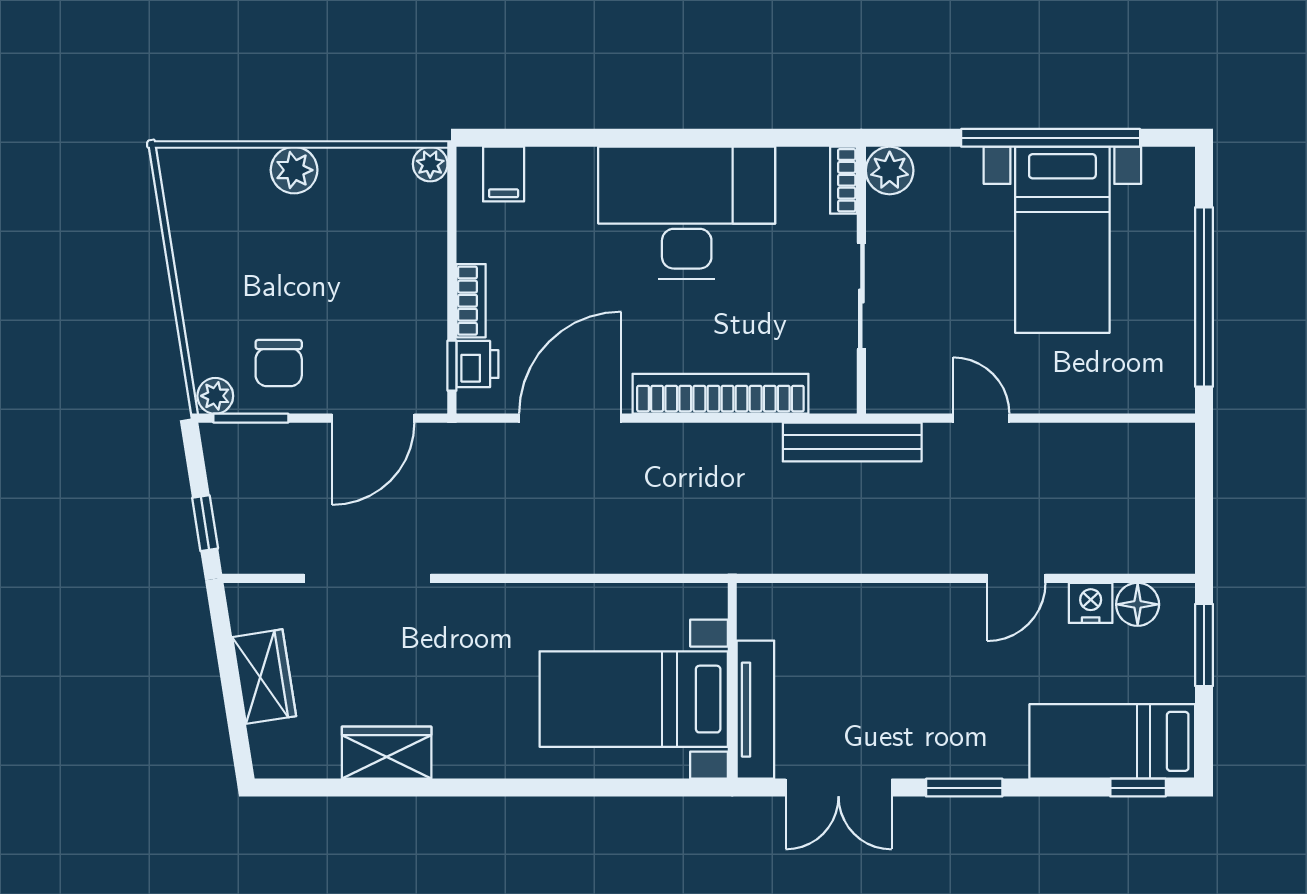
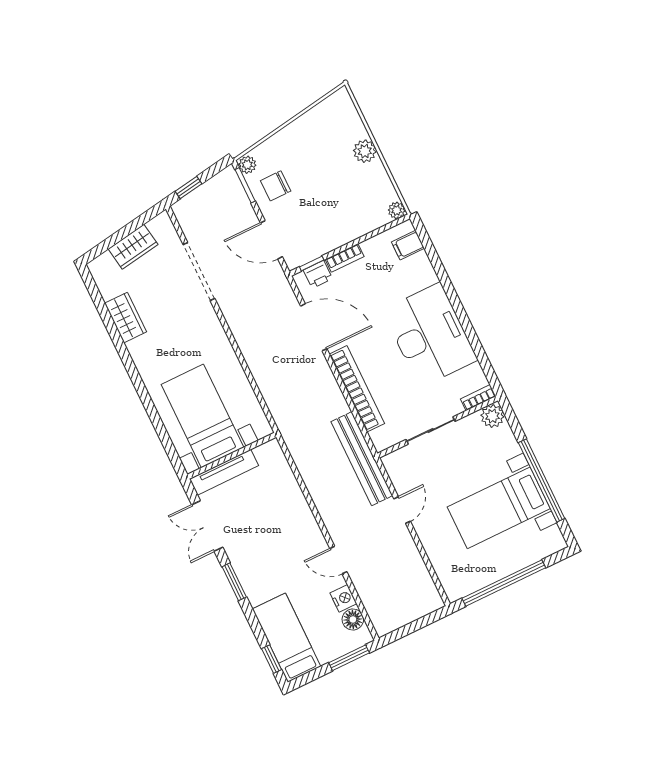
bench: (852, 442) -> (362, 459), width x1.37, depth x1.21

